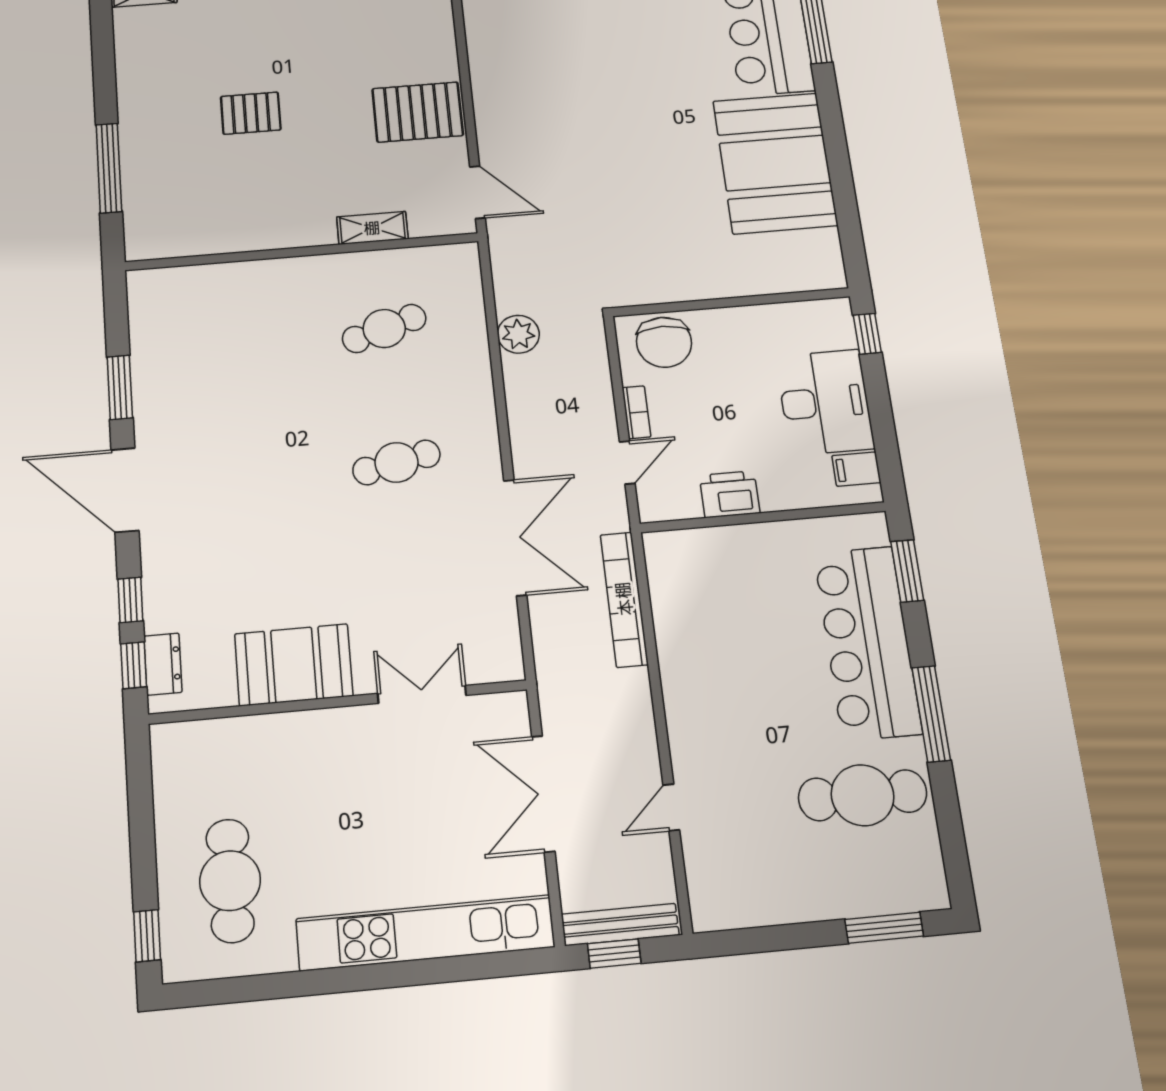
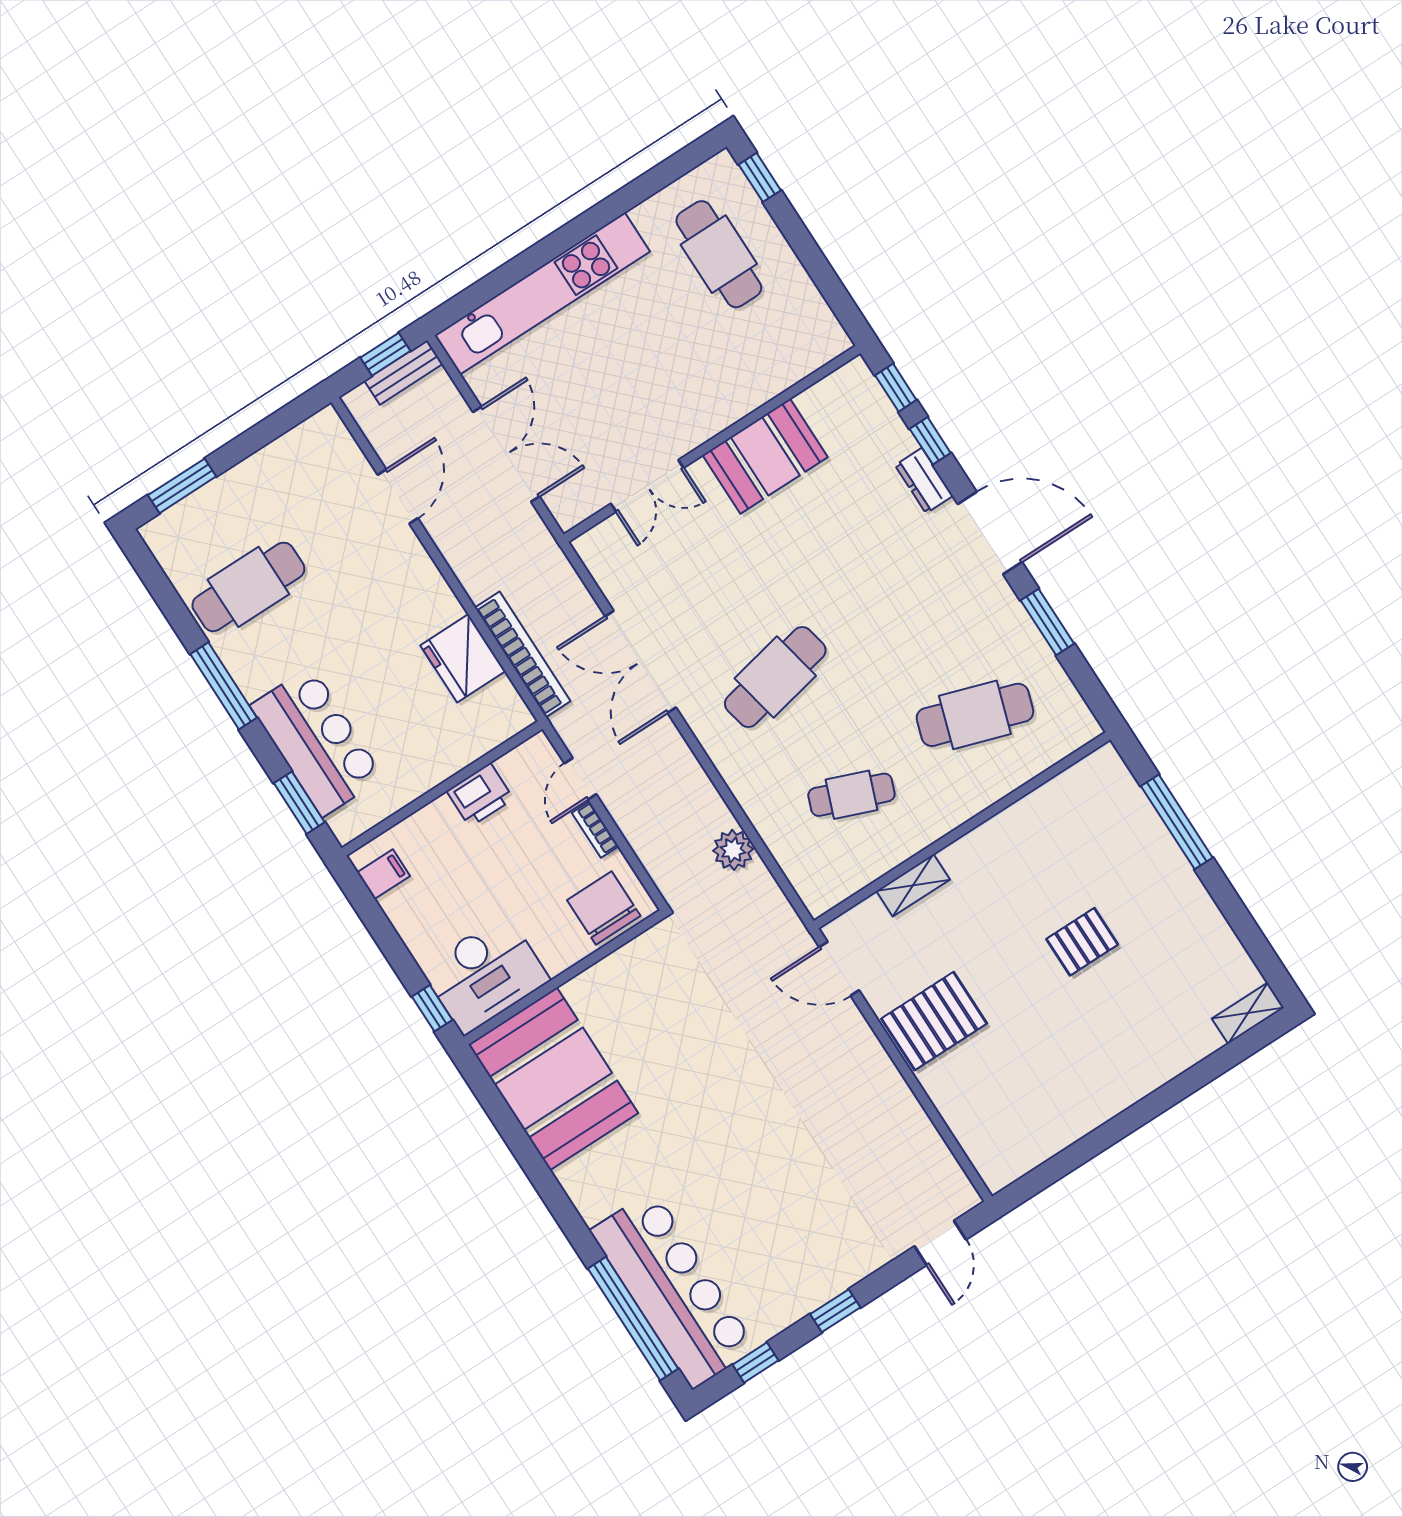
booth: (775, 163) -> (553, 1079), moved
cafe table: (384, 328) -> (851, 795), turned 39
cafe table: (233, 341) -> (975, 715), added
desk: (825, 402) -> (485, 974), moved, turned -90
cafe table: (396, 462) -> (775, 677), width x1.37, depth x1.35
fridge: (684, 624) -> (463, 658), added
bar counter: (867, 643) -> (317, 742), width x0.73
dresser: (163, 664) -> (924, 481), moved
door: (671, 807) -> (398, 497), width x1.37
bench: (620, 925) -> (404, 372), width x0.73

